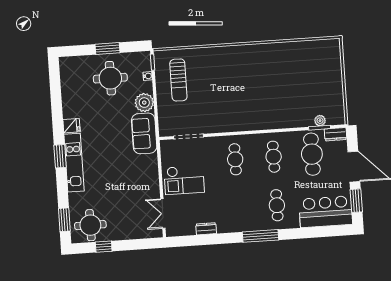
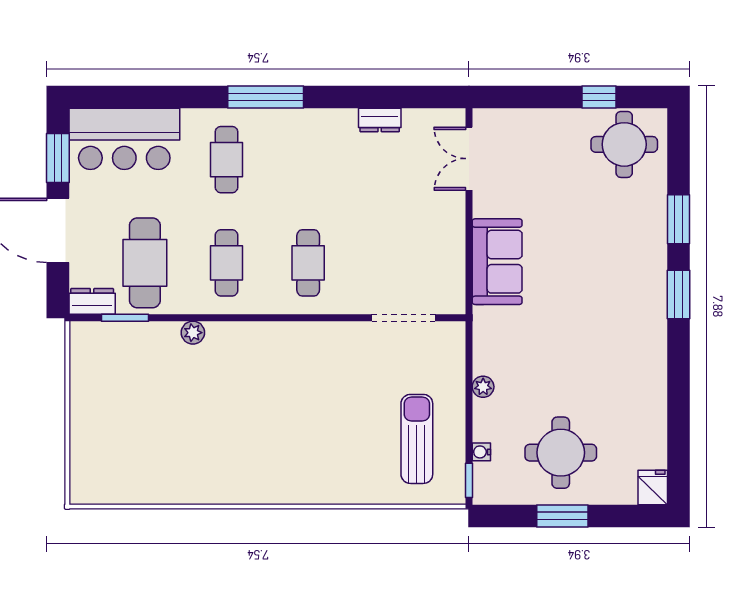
plant: (144, 103) -> (483, 387), width x0.53, depth x0.53
plant: (320, 121) -> (193, 333), moved
fridge: (71, 126) -> (653, 487), moved, turned 90
sofa: (144, 133) -> (497, 262), moved
kitchen unit: (74, 163) -> (650, 279), removed
checkout: (184, 180) -> (419, 227), removed
double door: (163, 213) -> (469, 159), swing flipped
window: (64, 220) -> (678, 219), moved

